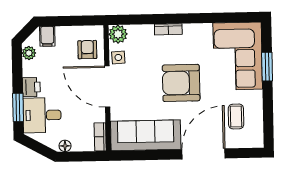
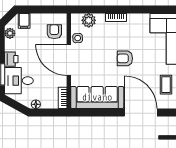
plant: (118, 34) -> (89, 20), moved
armchair: (181, 83) -> (125, 58), width x0.53, depth x0.53
door: (204, 154) -> (141, 113), hinge flipped

